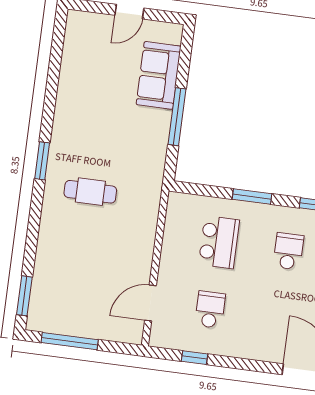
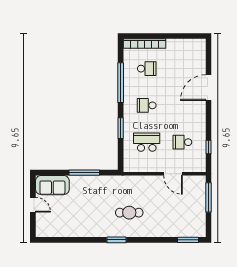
sofa: (159, 75) -> (52, 185), moved
cafe table: (90, 192) -> (129, 213), turned 90
door: (150, 303) -> (173, 174), moved
window: (70, 341) -> (208, 197), moved

